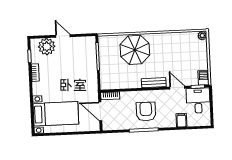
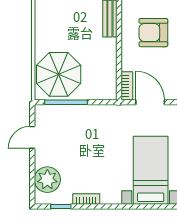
door: (63, 36) -> (32, 137), moved
parasol: (135, 50) -> (59, 74), moved
door: (100, 111) -> (150, 102), swing flipped

